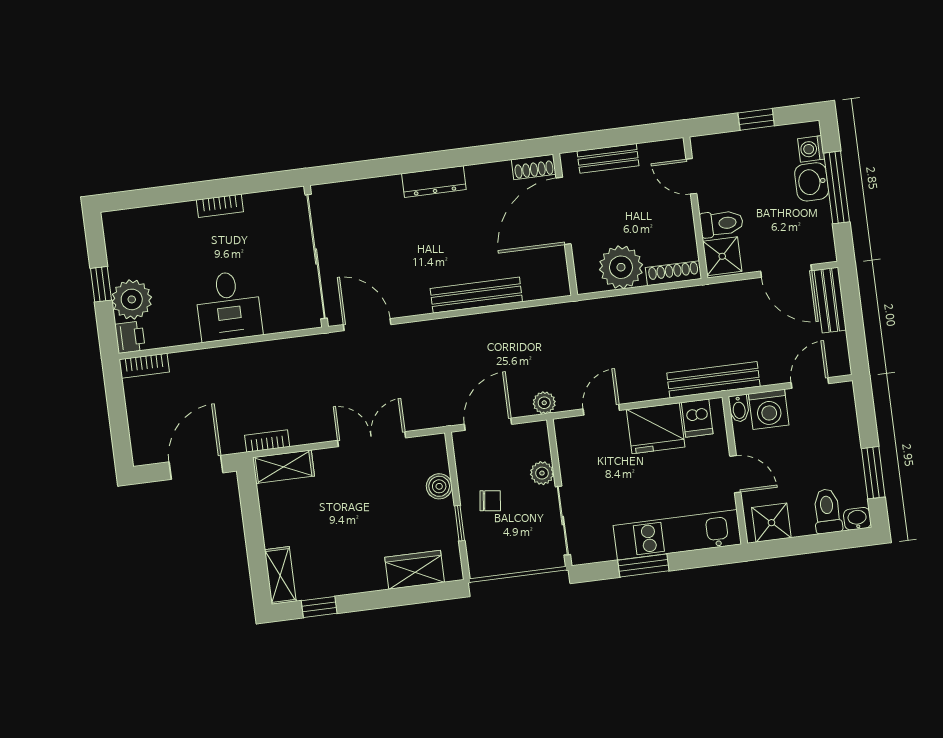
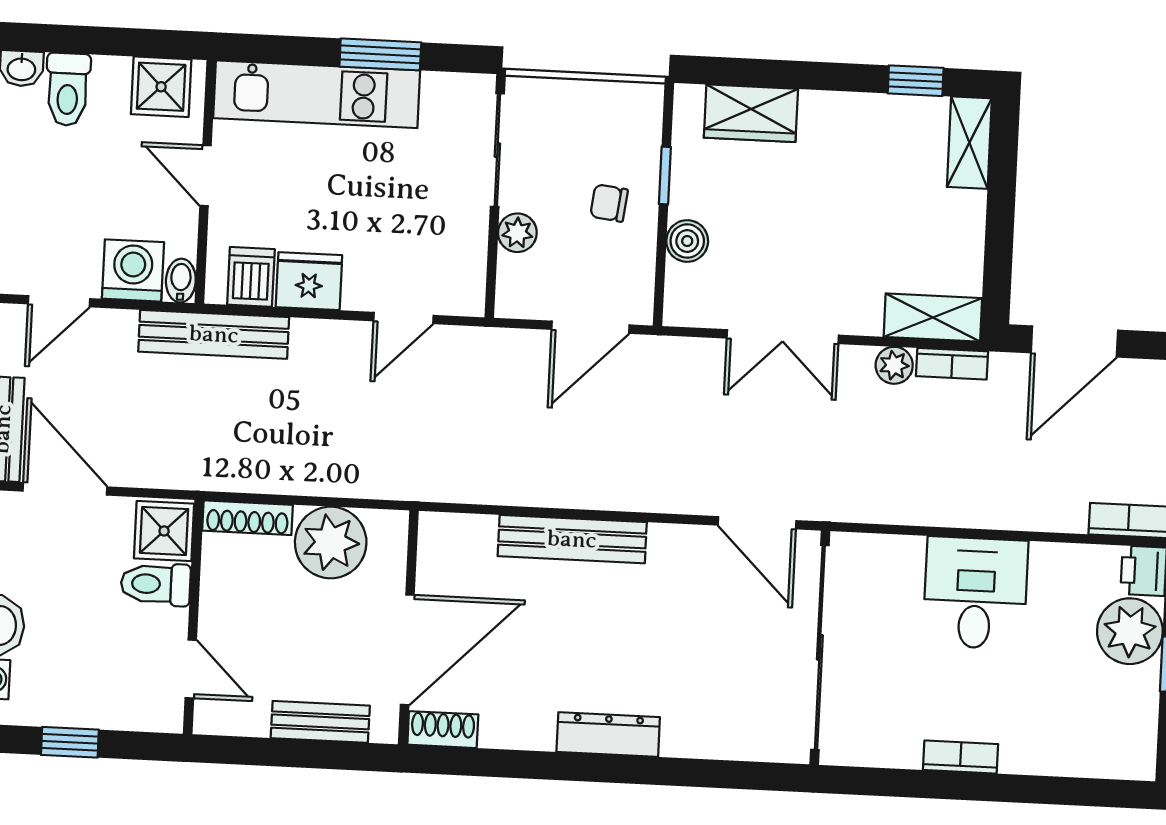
plant: (544, 403) -> (894, 365), moved
fridge: (656, 428) -> (309, 281), width x0.73, depth x0.75

